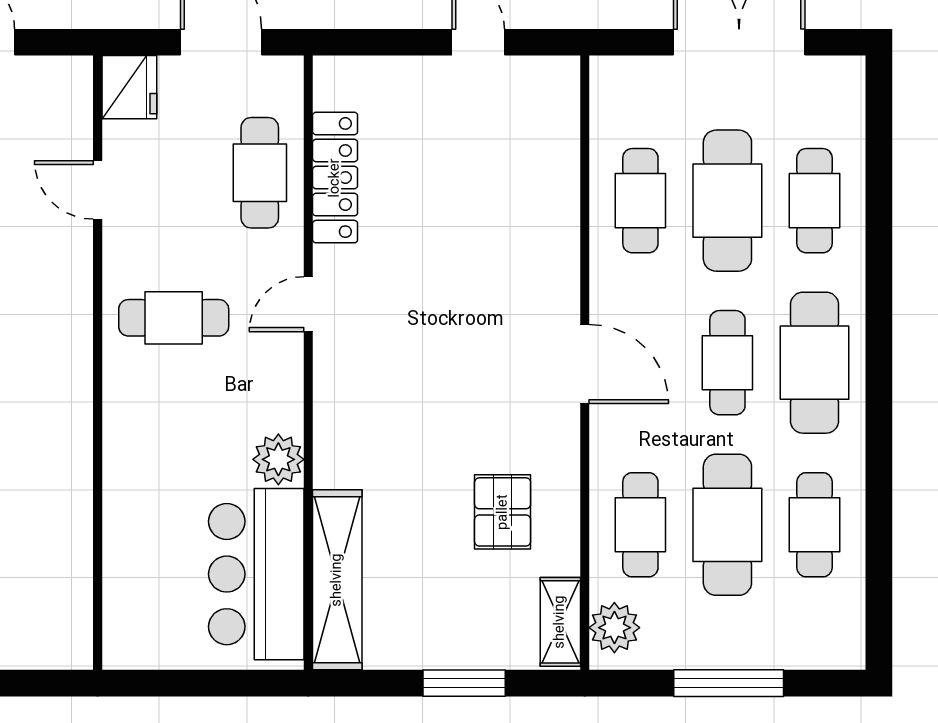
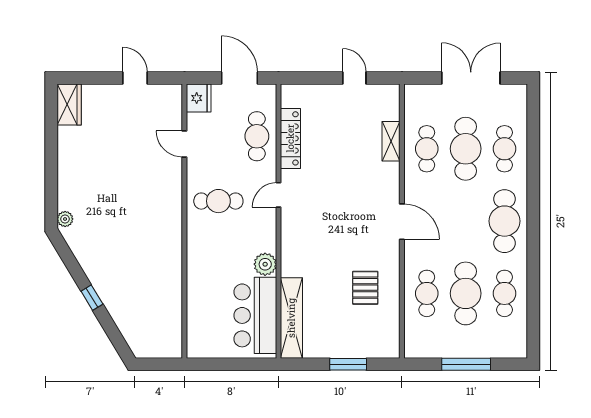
cafe table: (727, 363) -> (466, 221), removed
shelving: (560, 622) -> (391, 141), moved
plant: (614, 628) -> (415, 339), removed

